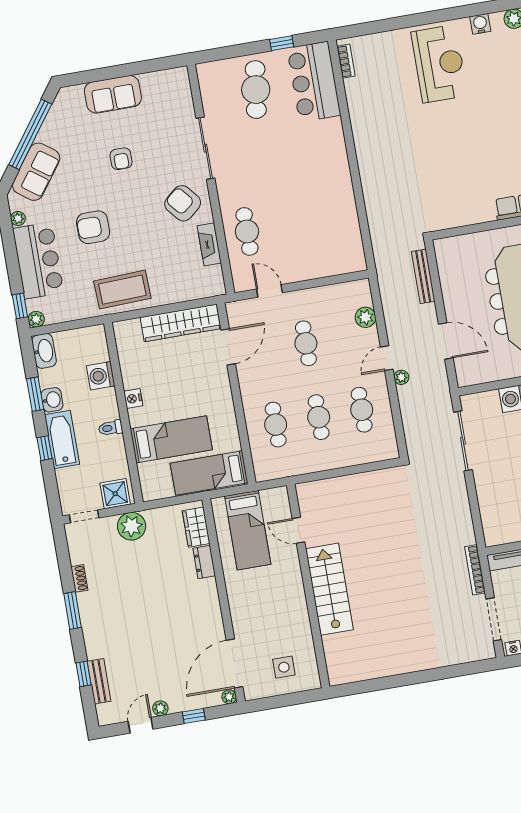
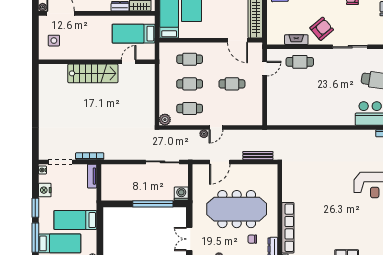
plant: (365, 317) -> (165, 120), moved
door: (387, 358) -> (216, 127), swing flipped

